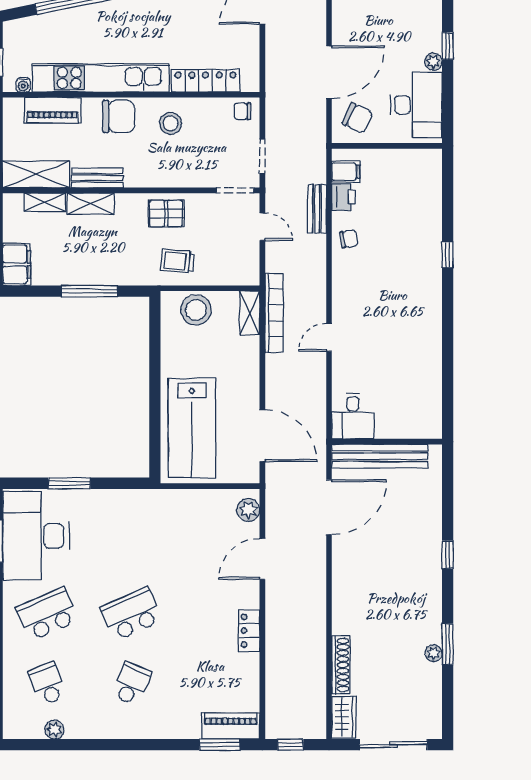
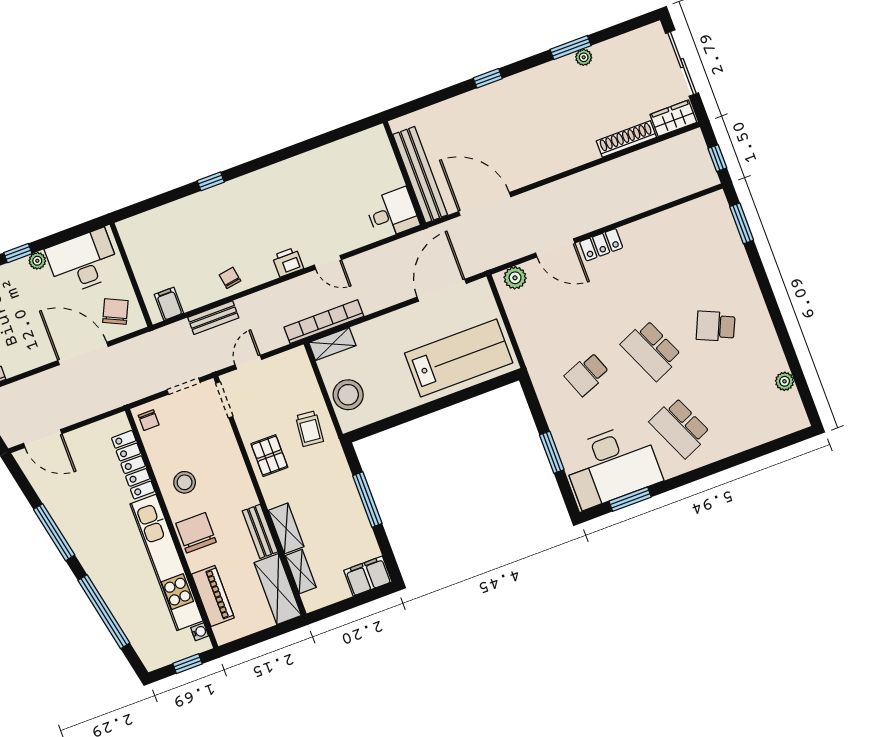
printer: (343, 197) -> (288, 262), moved
locker: (249, 631) -> (601, 245), moved
school desk: (47, 684) -> (587, 374), moved
piano: (231, 726) -> (721, 220), removed

